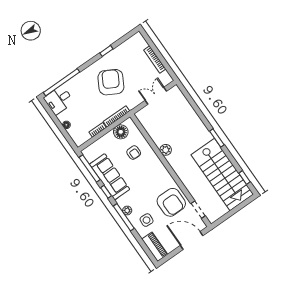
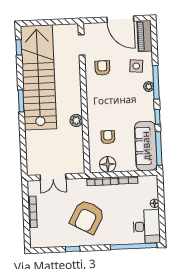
desk: (59, 100) -> (147, 227), width x1.37
stairs: (222, 174) -> (38, 77), width x1.36
sofa: (110, 177) -> (146, 146), moved
armchair: (171, 202) -> (102, 68), width x0.53, depth x0.53
door: (192, 241) -> (120, 19), moved

